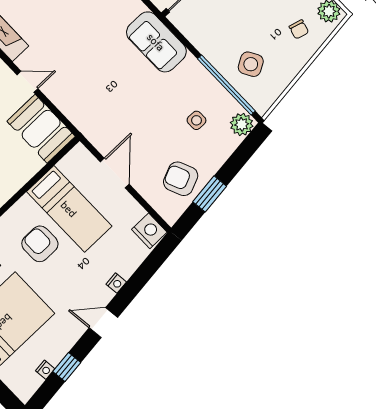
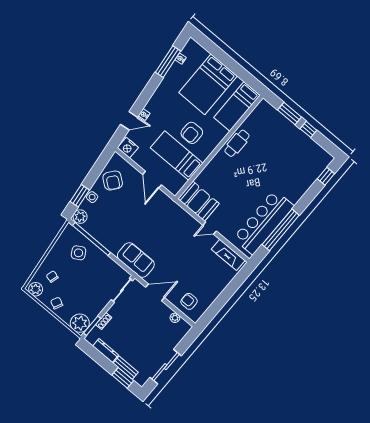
side table: (197, 120) -> (92, 197), moved
armchair: (181, 179) -> (113, 180), turned 61
window: (210, 194) -> (80, 196), moved
armchair: (40, 244) -> (192, 133), turned 90
door: (103, 323) -> (129, 121), moved
window: (67, 367) -> (168, 62), width x2.17

